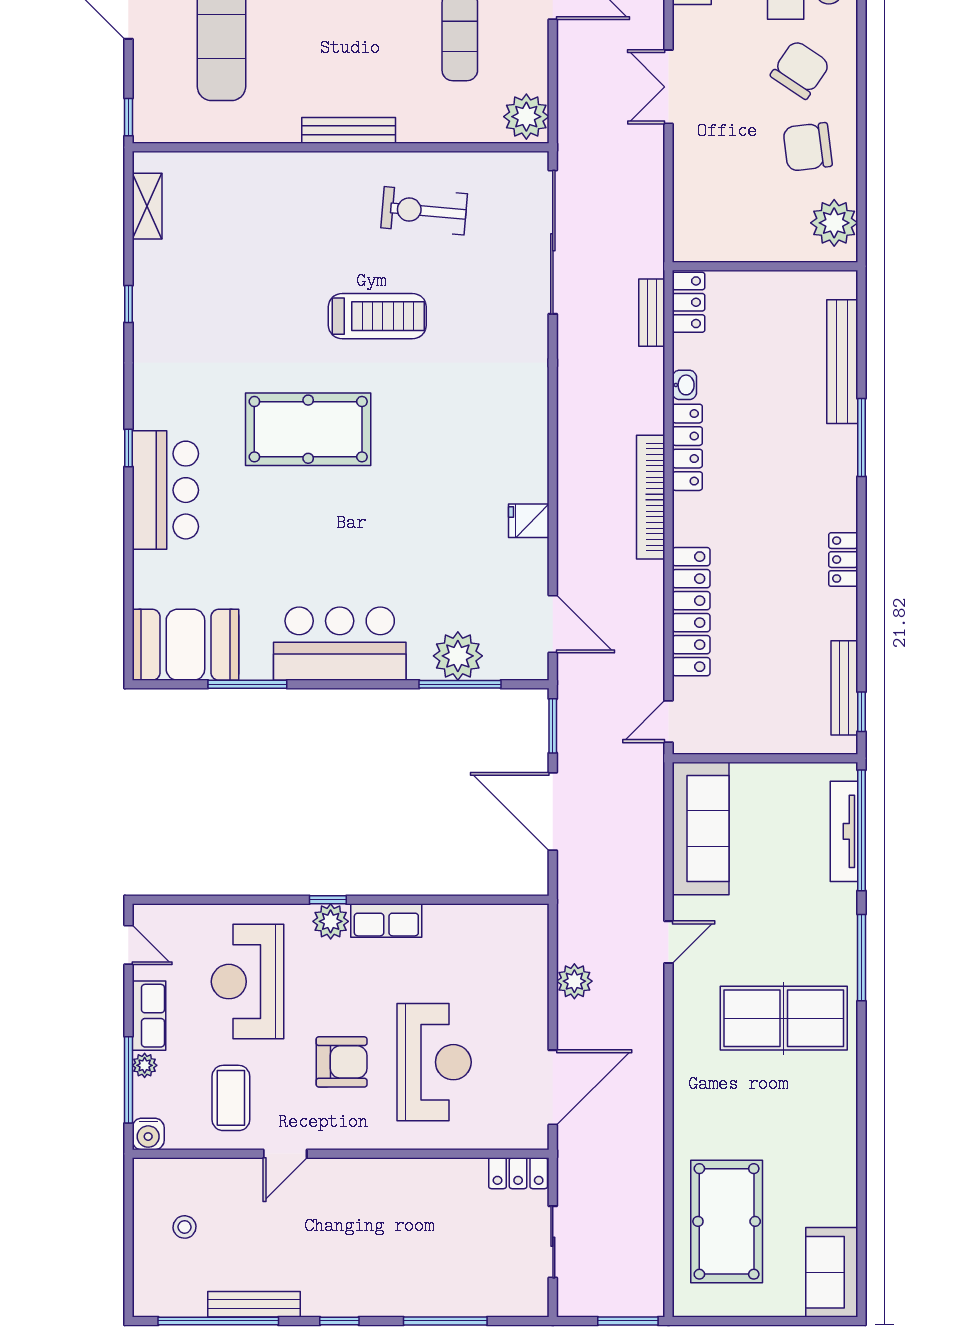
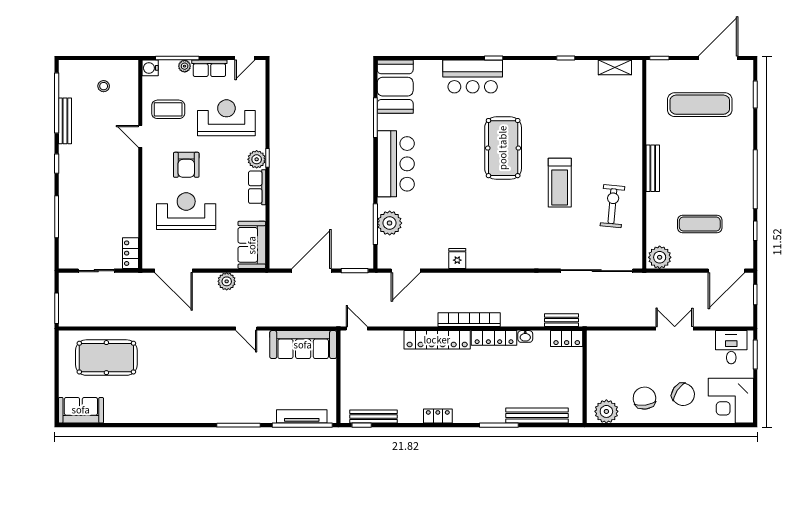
locker: (691, 612) -> (437, 340), moved
sofa: (501, 931) -> (252, 245), added
table tennis table: (784, 1018) -> (208, 386), removed
reception desk: (434, 1062) -> (186, 211), turned 180

